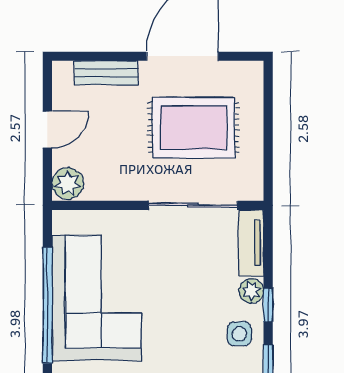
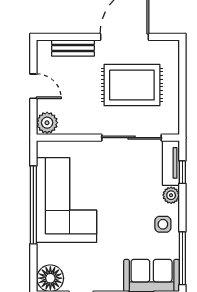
door: (47, 129) -> (33, 86), hinge flipped
window: (268, 305) -> (182, 172), moved

